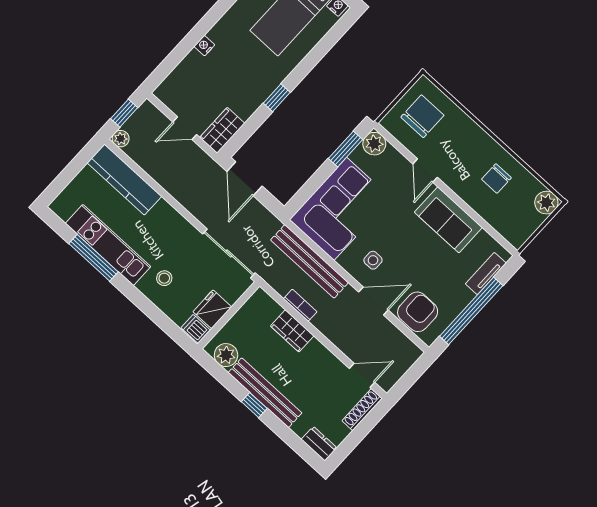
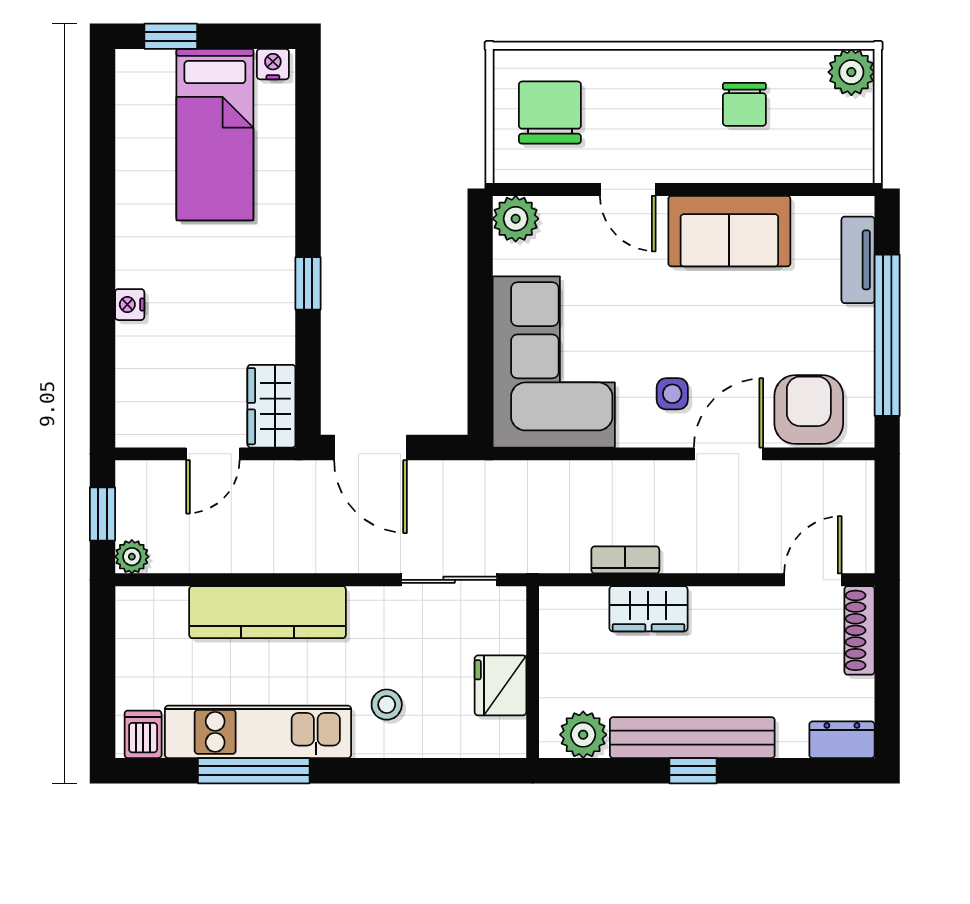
window: (346, 149) -> (480, 266), removed
kitchen counter: (124, 180) -> (268, 612), moved
sliding door: (229, 253) -> (449, 580), width x0.73
bench: (310, 261) -> (580, 482), removed
dishwasher: (196, 329) -> (143, 734), moved, turned 90

